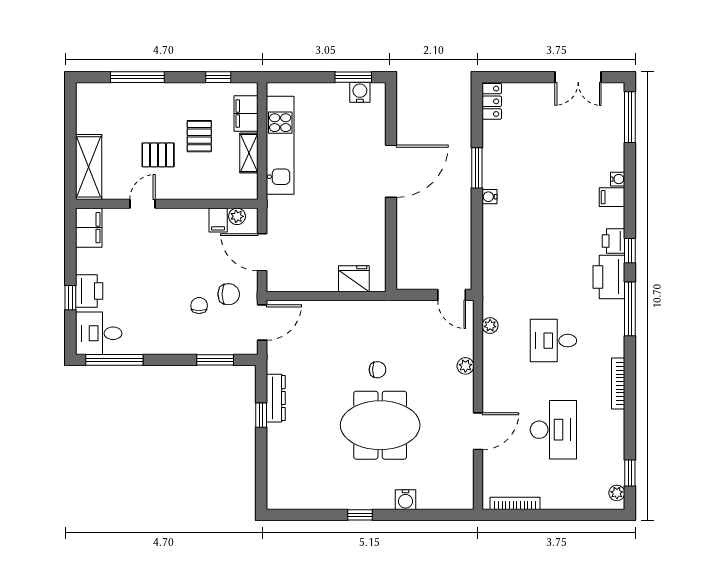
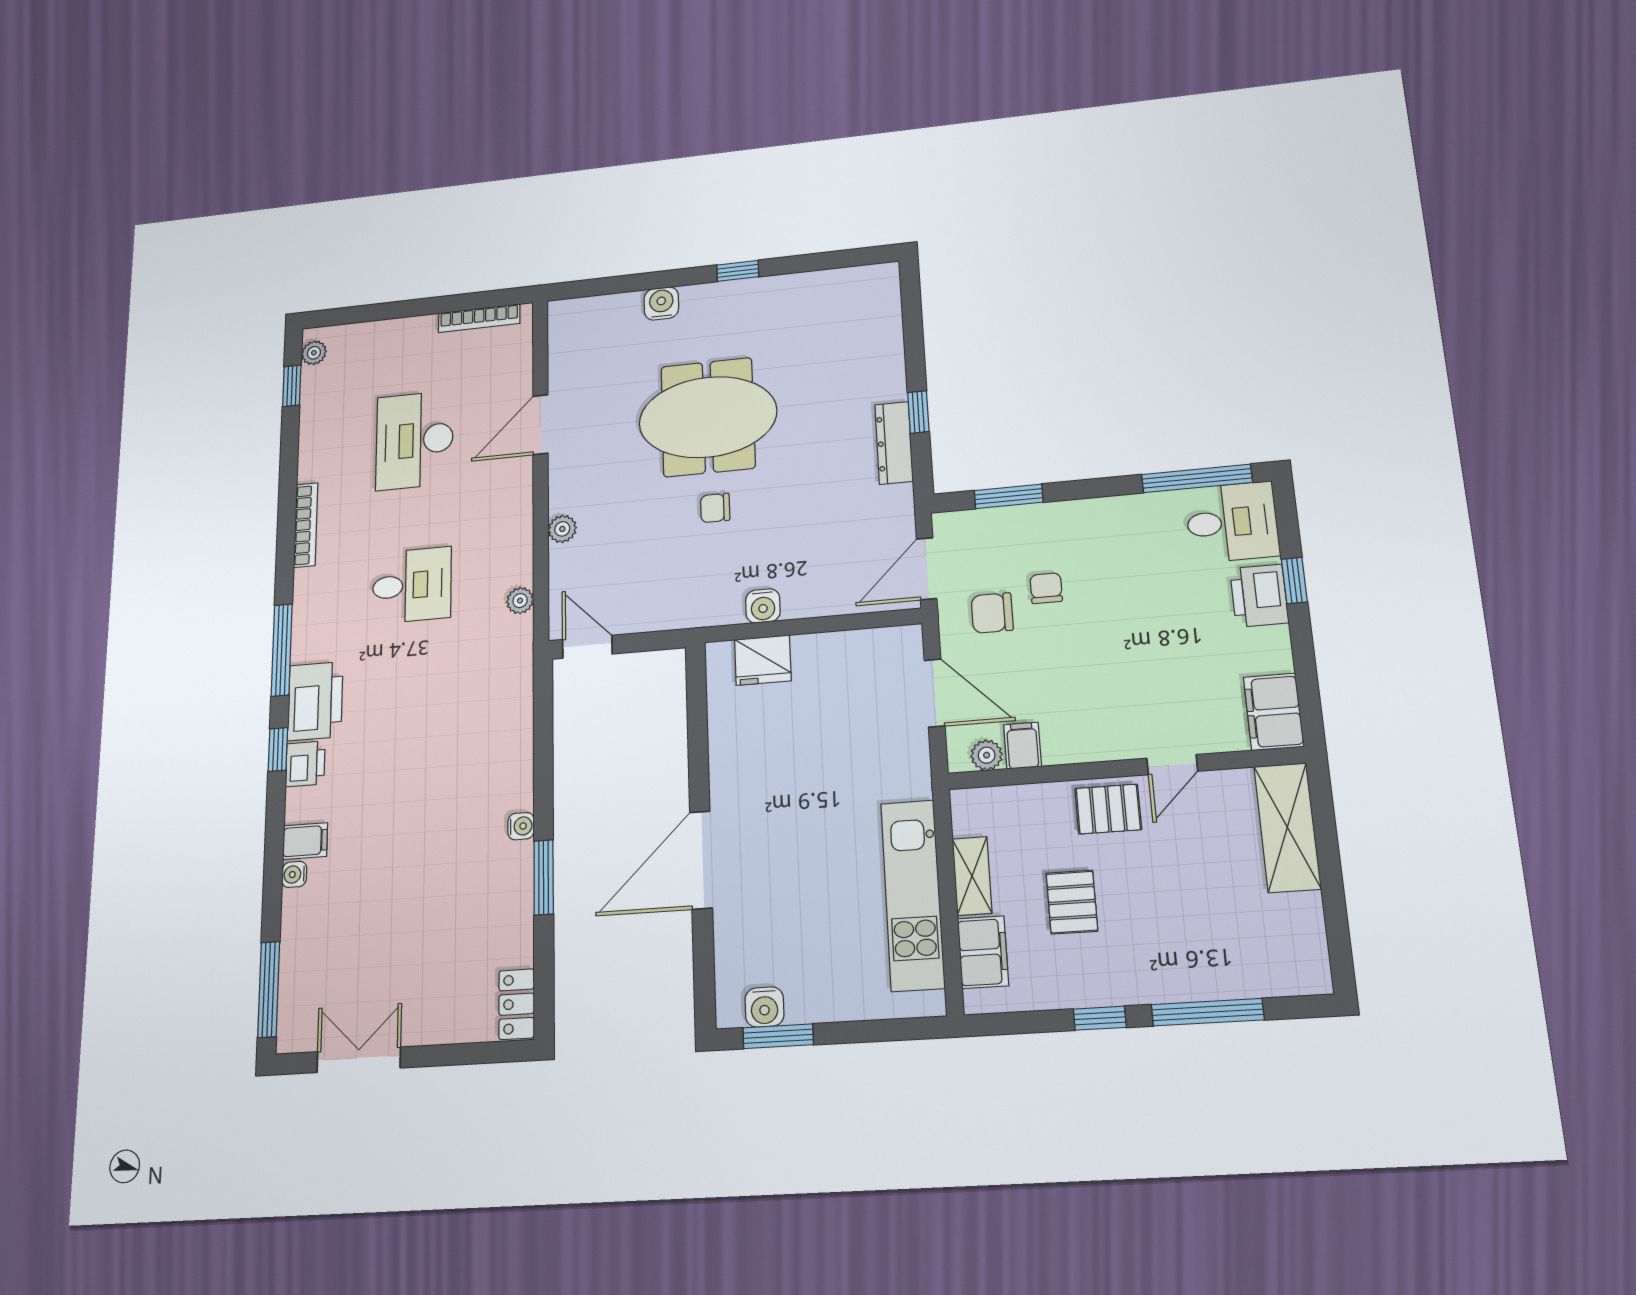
window: (218, 77) -> (1100, 1018), moved
pallet: (158, 155) -> (1108, 809), moved
chair: (199, 306) -> (1046, 588), turned 180
water cooler: (353, 310) -> (763, 606), added

